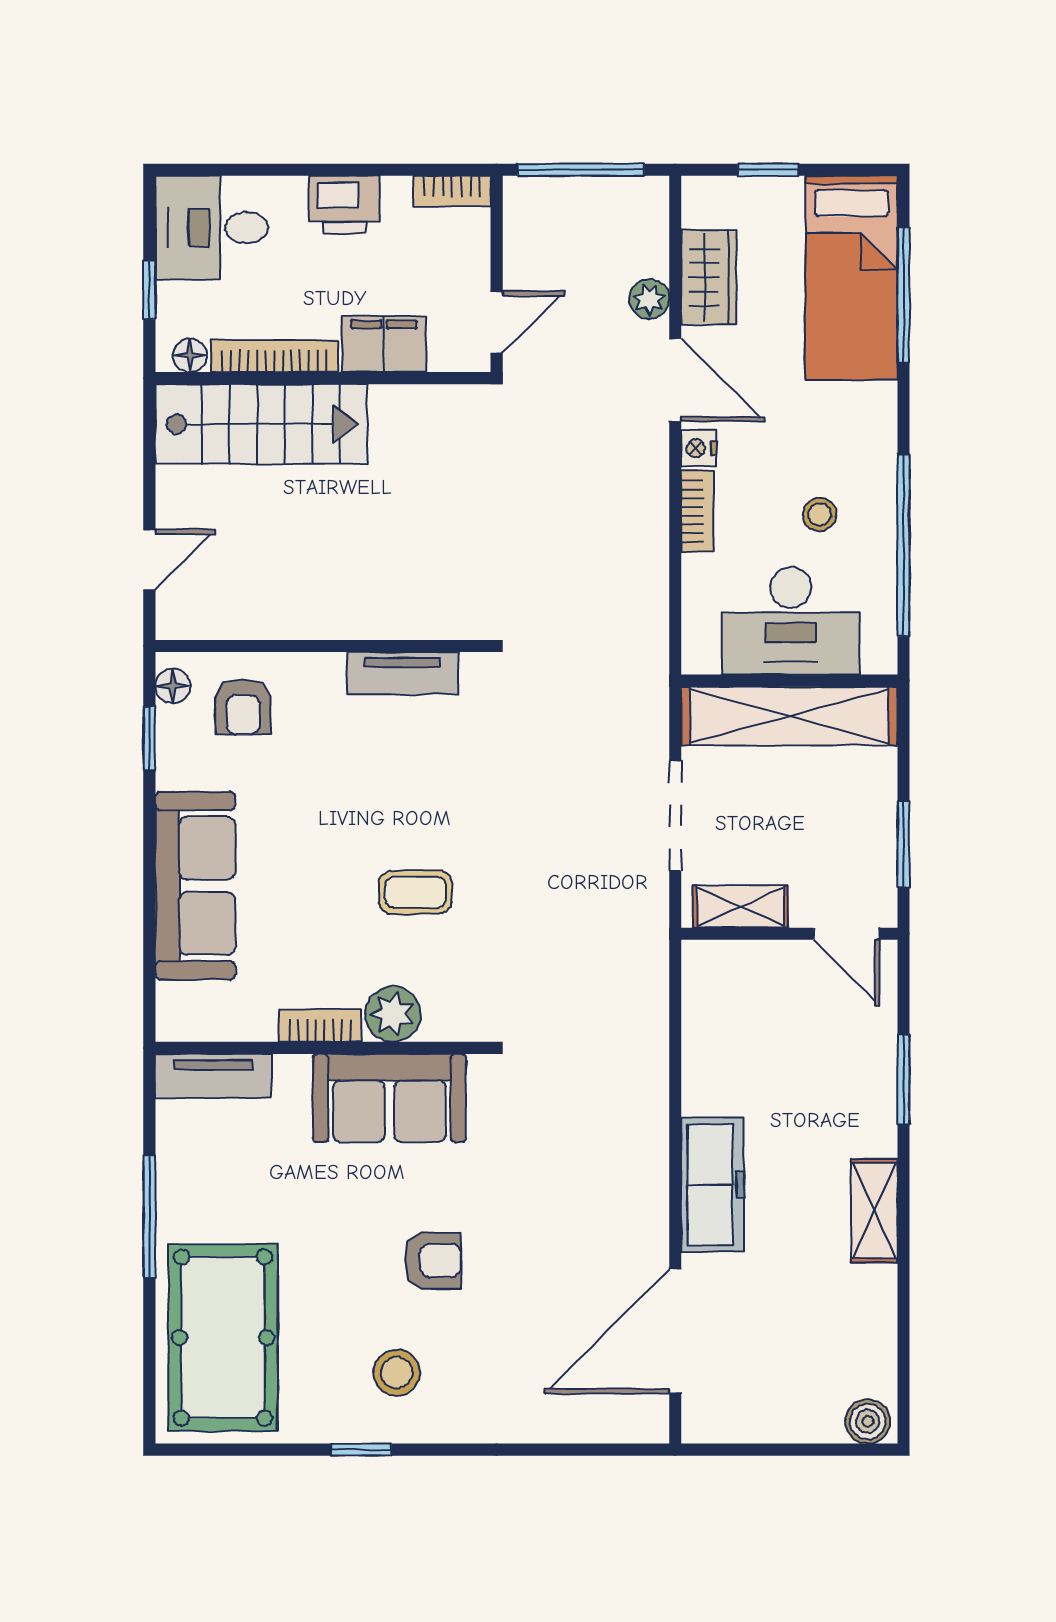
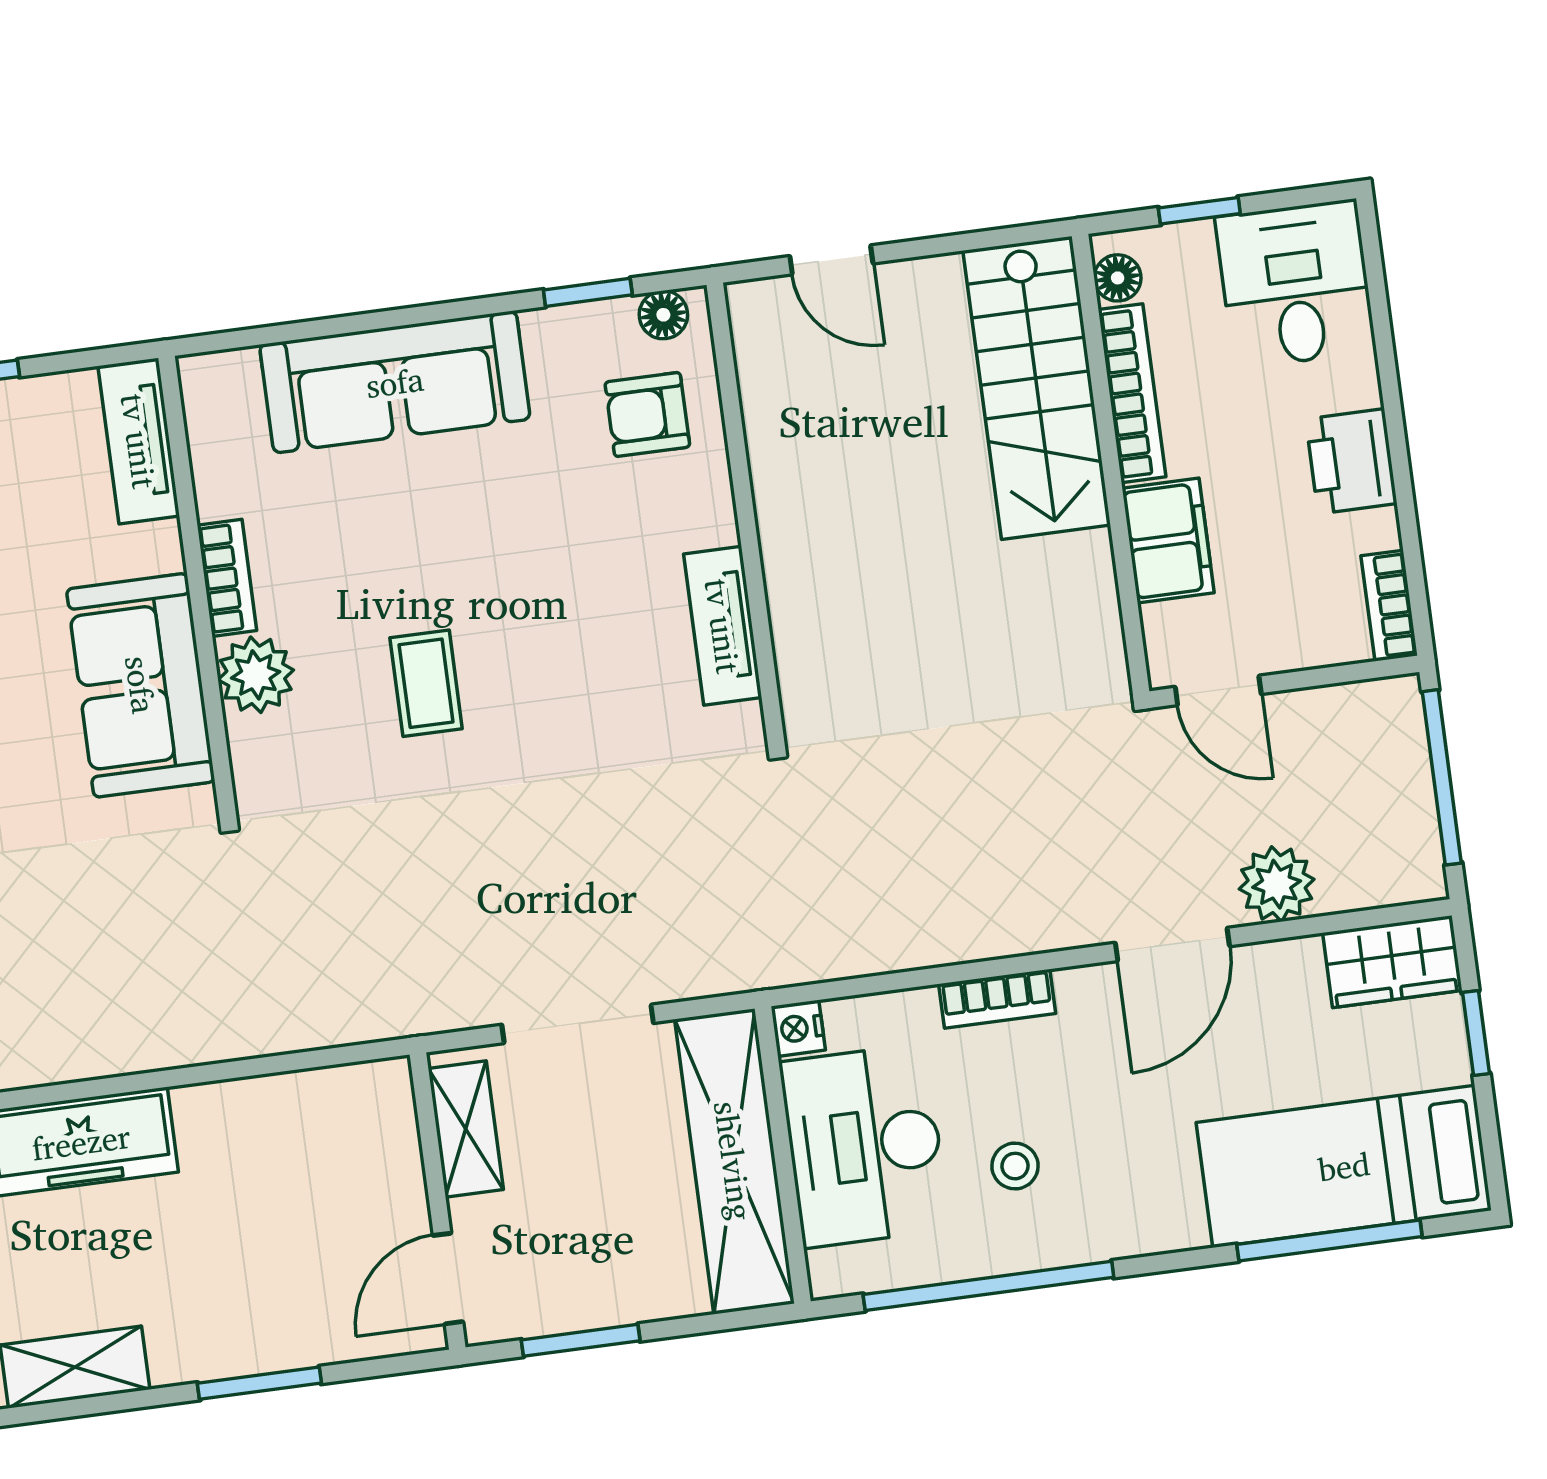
wardrobe: (709, 277) -> (1392, 962), moved
plant: (649, 299) -> (1277, 884), width x1.38, depth x1.38
nightstand: (699, 448) -> (798, 1028), moved, turned -90

